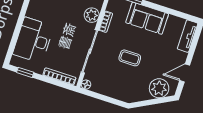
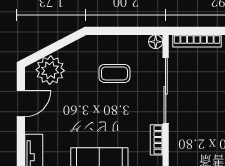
plant: (92, 15) -> (179, 143), removed
coffee table: (130, 58) -> (114, 73), moved

